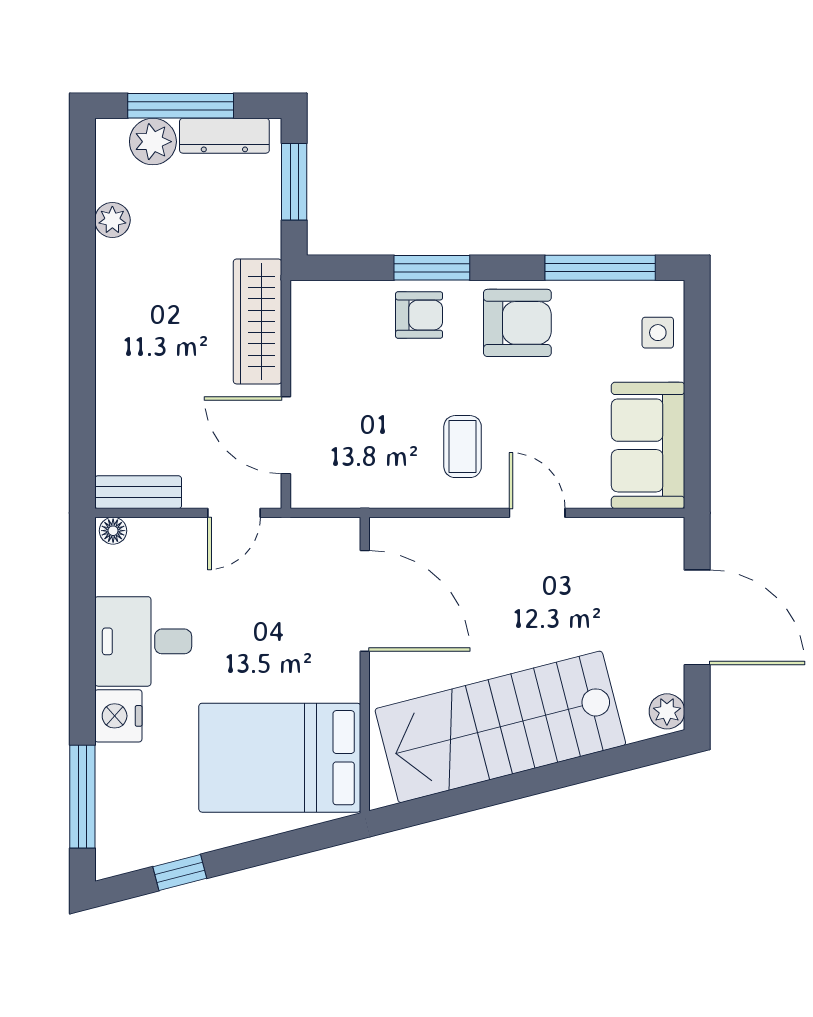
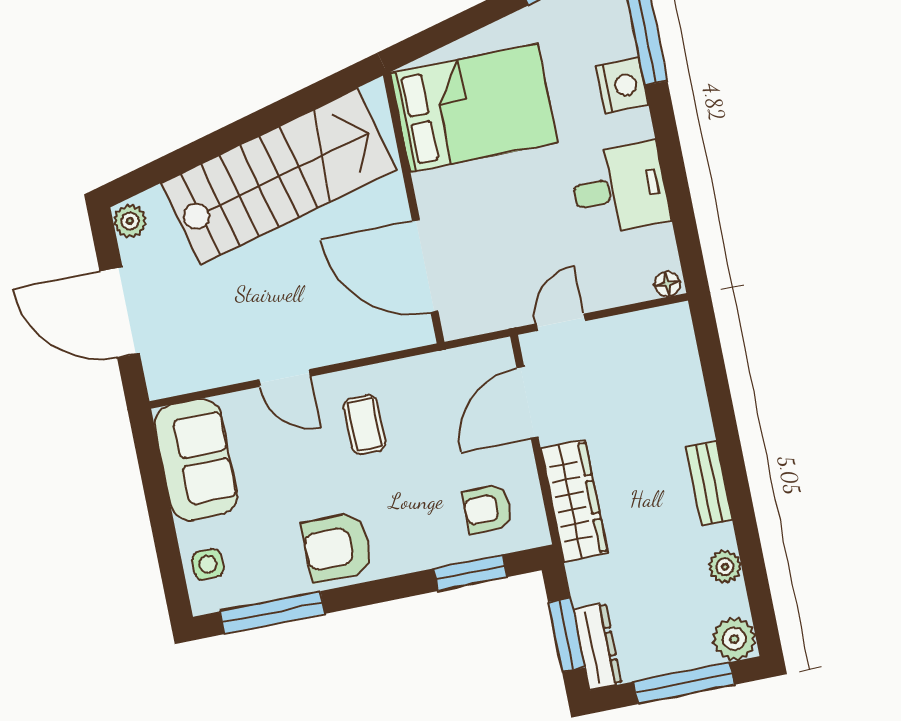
dresser: (224, 136) -> (597, 646), moved, turned 90
plant: (153, 142) -> (734, 639), moved
window: (432, 268) -> (470, 573), moved
armchair: (419, 315) -> (487, 509), moved
door: (286, 435) -> (528, 403), swing flipped
bench: (138, 492) -> (709, 483), moved, turned 90
nightstand: (118, 716) -> (622, 86), moved

